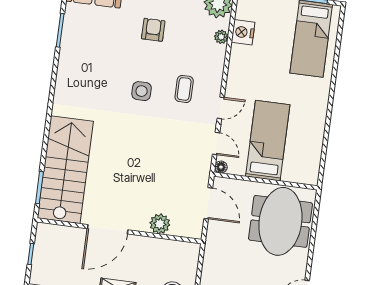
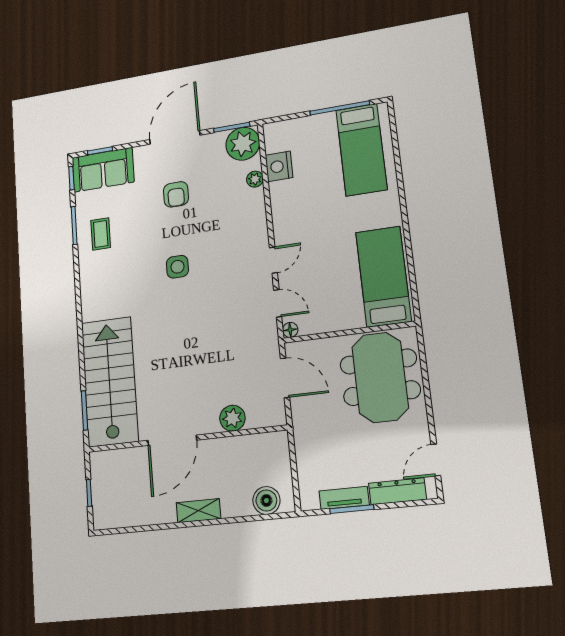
armchair: (153, 30) -> (176, 194), turned 180
coffee table: (184, 89) -> (101, 234), moved
bed: (268, 141) -> (383, 277), moved

